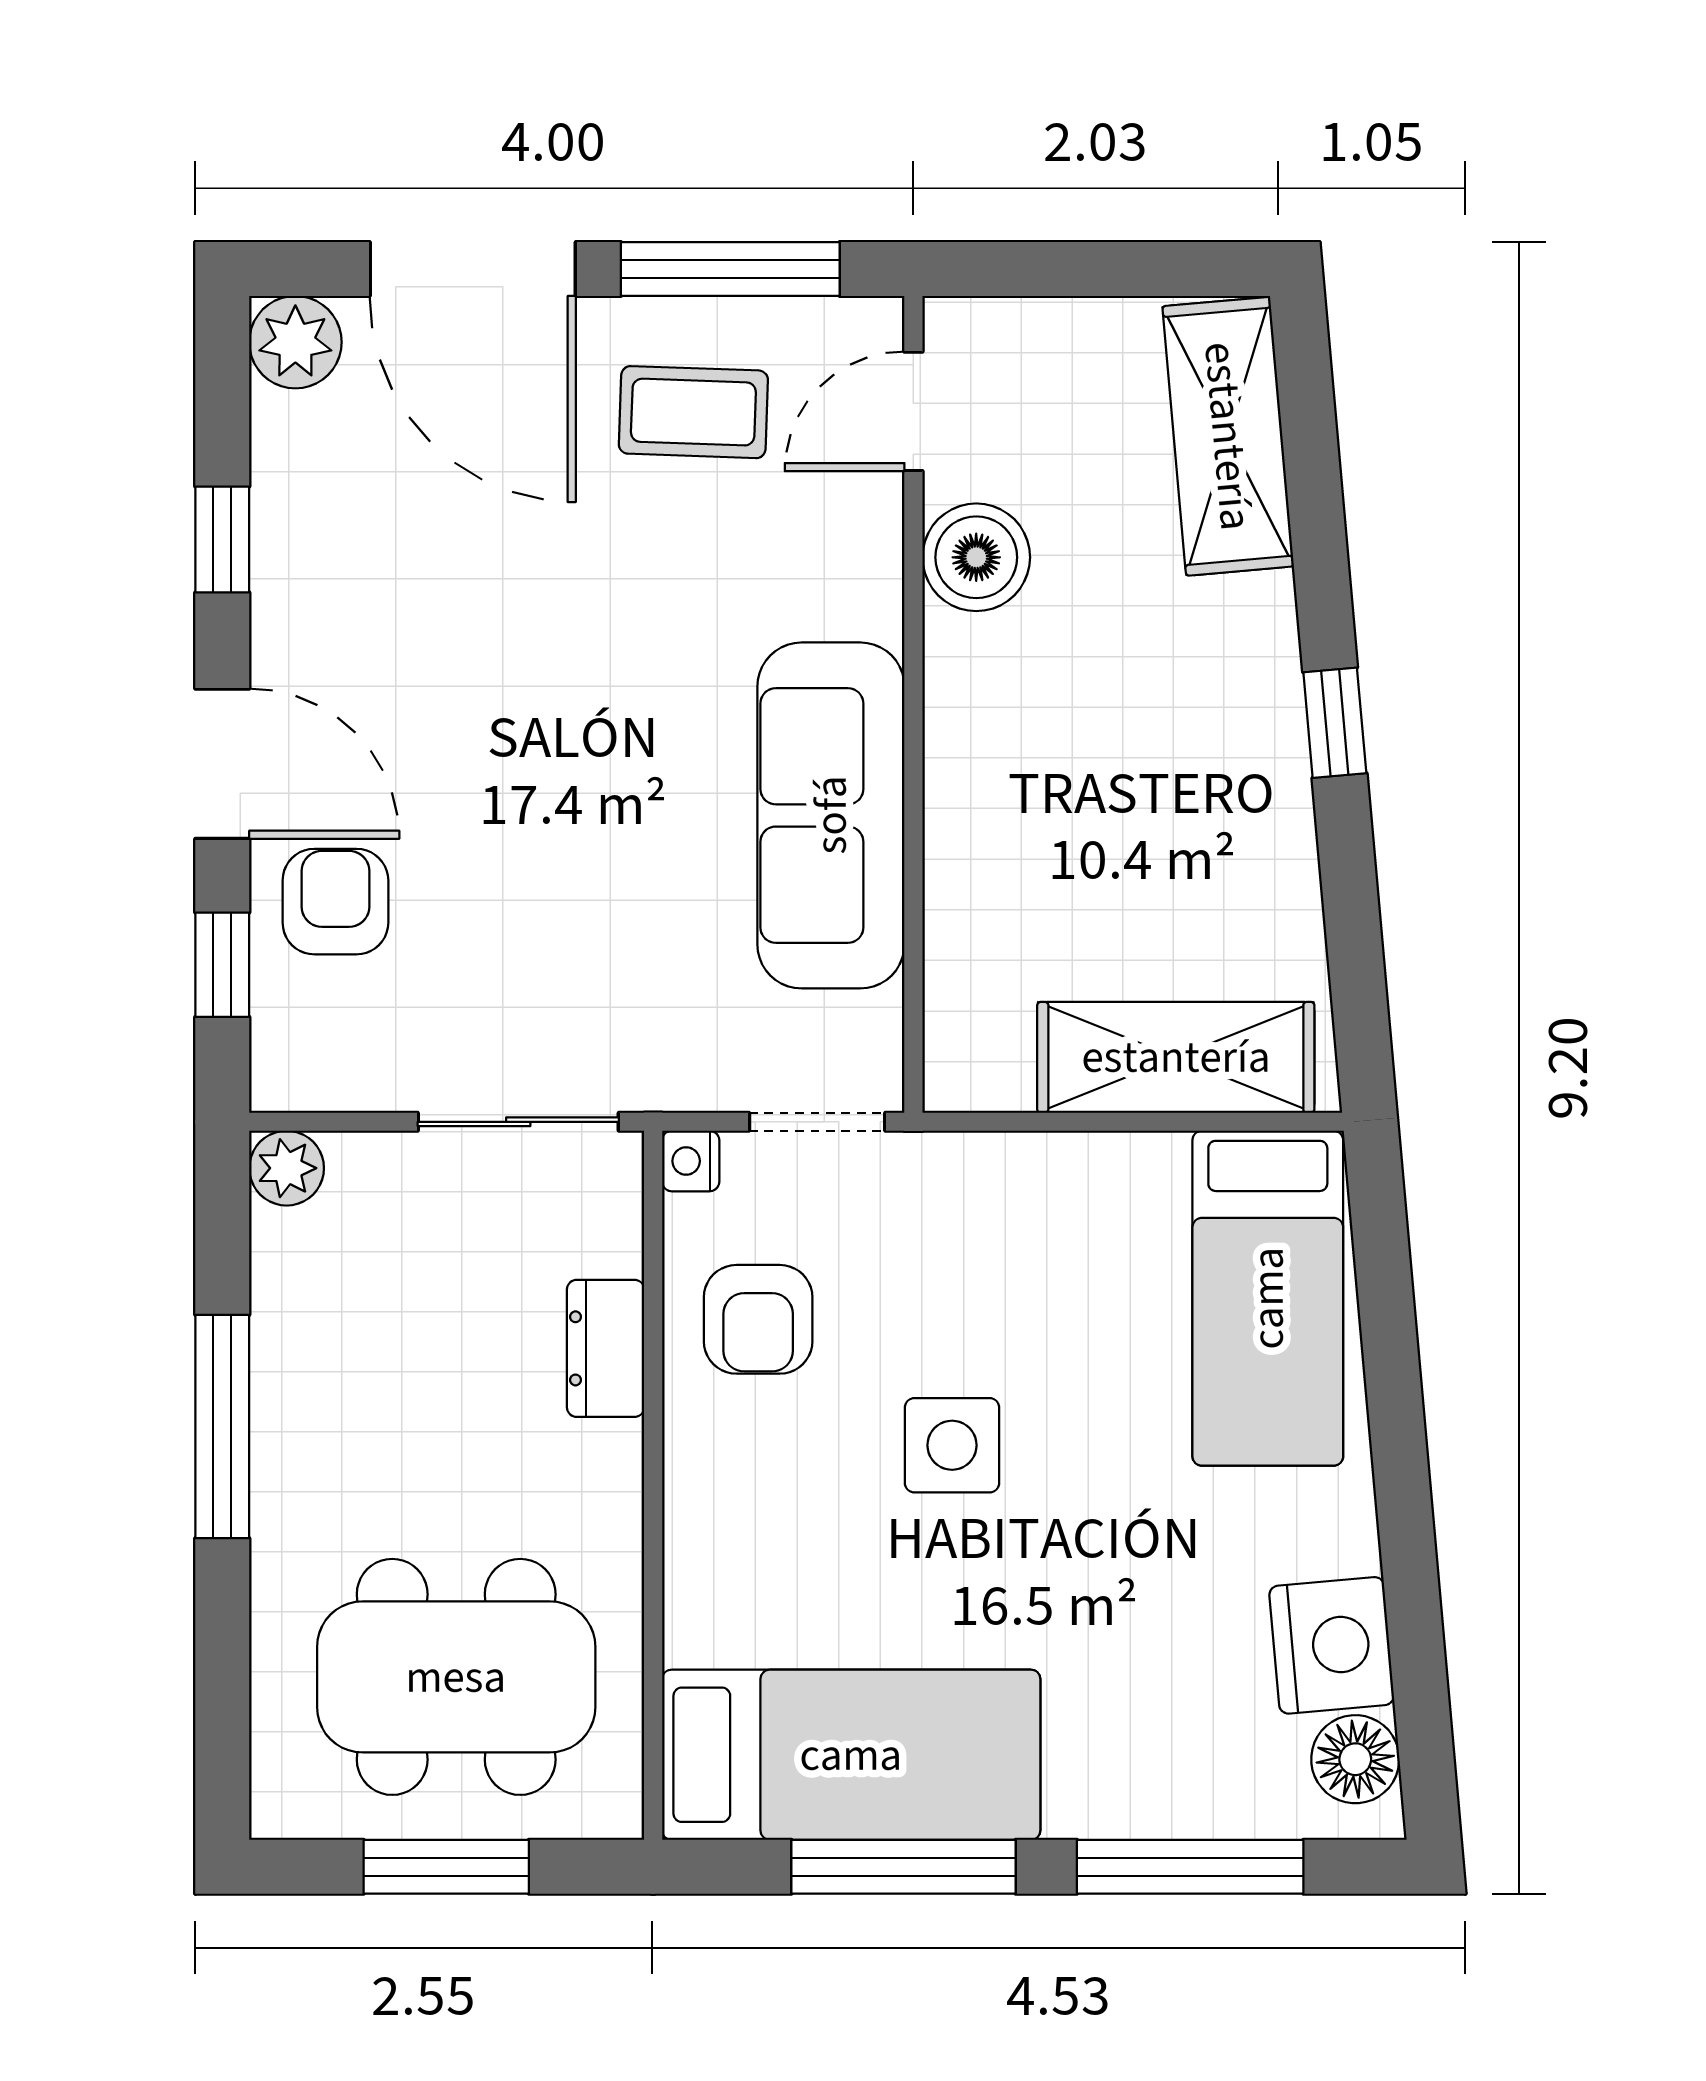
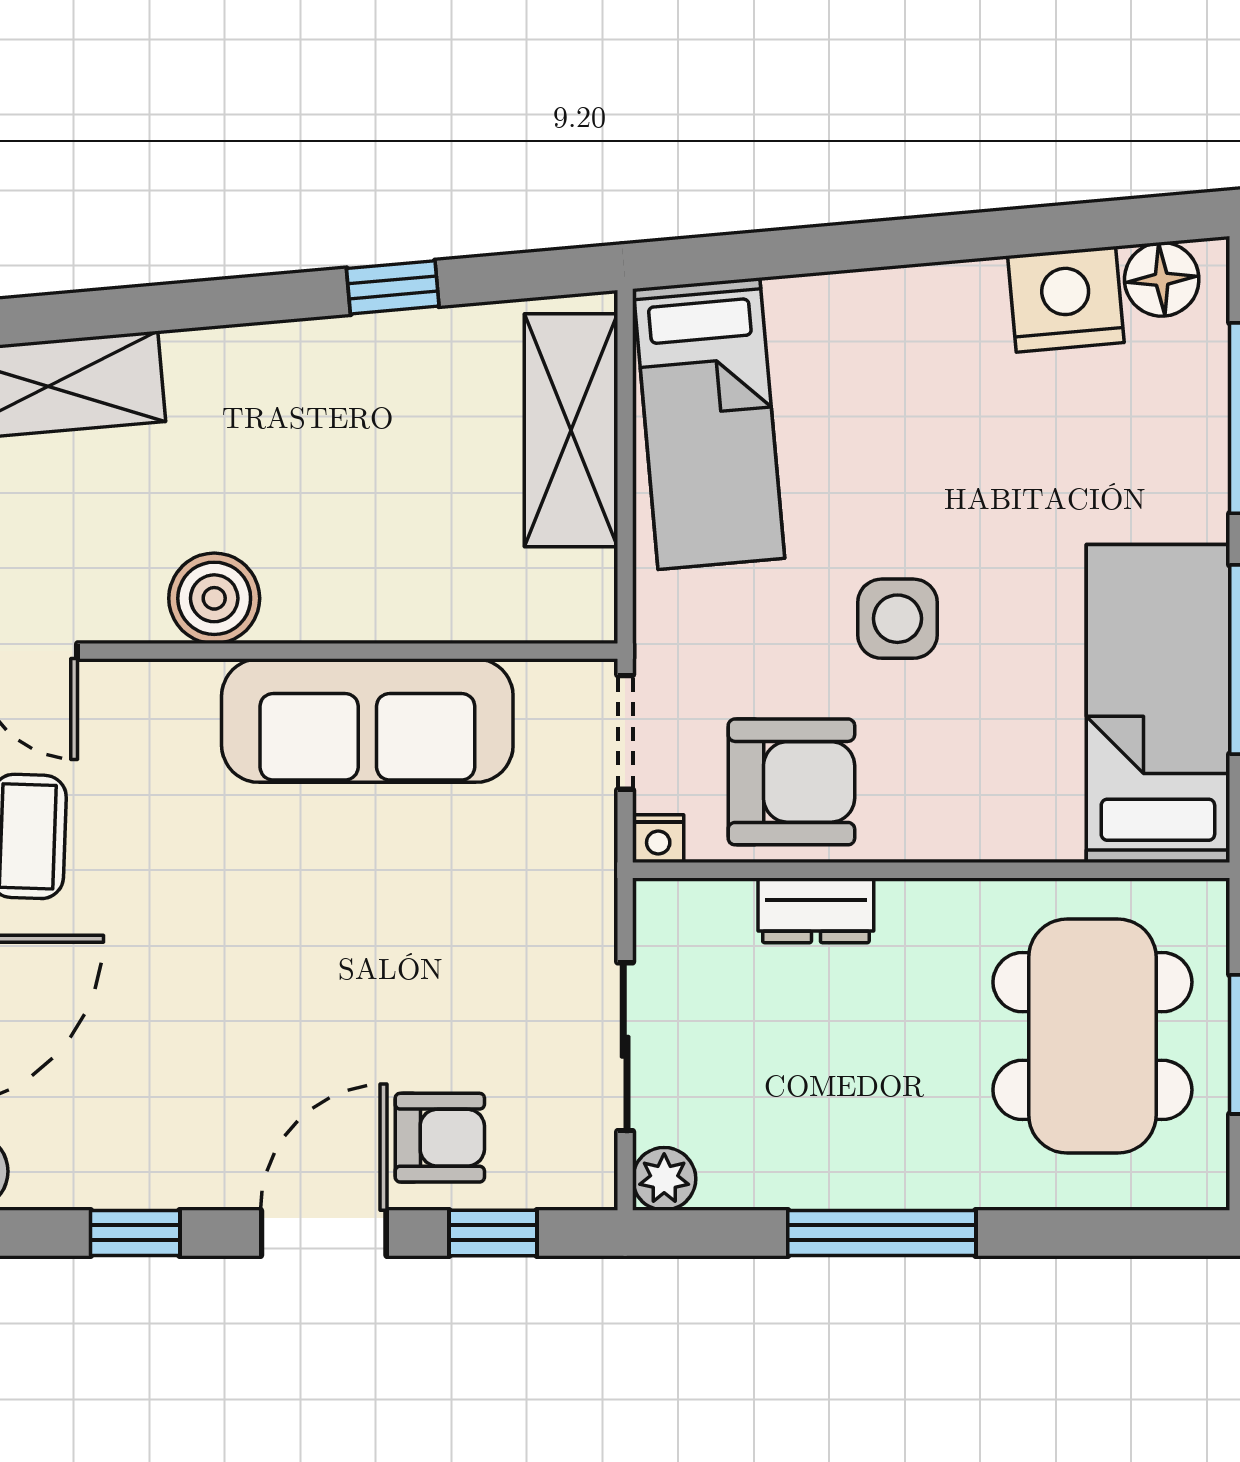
boiler: (976, 557) -> (214, 598), moved
window: (1335, 723) -> (393, 287), moved
armchair: (335, 902) -> (440, 1138), turned 180
sliding door: (518, 1122) -> (625, 1047), moved
bed: (1268, 1298) -> (709, 424), moved, turned 85
armchair: (758, 1319) -> (791, 782), width x1.38, depth x1.38

